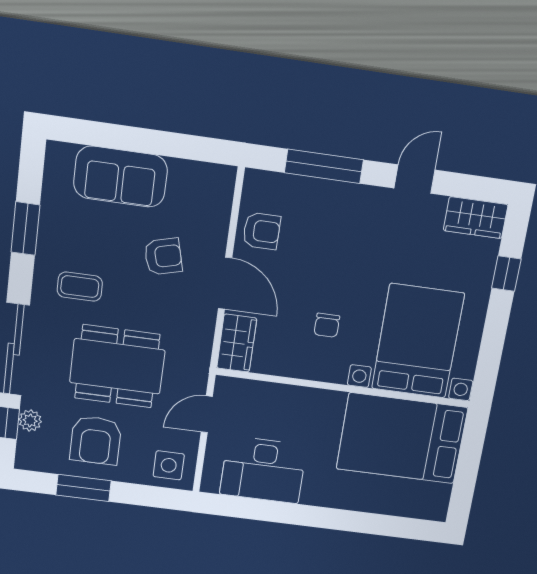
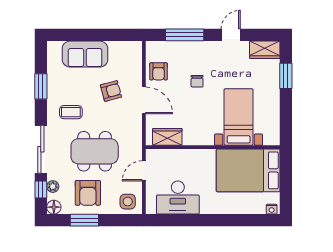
armchair: (262, 231) -> (159, 71), turned 90
window: (506, 274) -> (286, 76), width x1.50
chair: (327, 325) -> (197, 81), moved
bed with nightstands: (418, 341) -> (239, 117), width x0.73
wardrobe: (237, 343) -> (167, 137), moved, turned -90
floor lamp: (28, 458) -> (54, 207), added
nightstand: (432, 512) -> (272, 209), added

